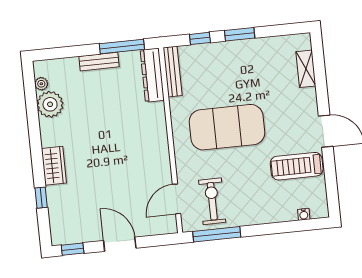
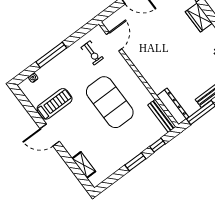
exercise mat: (227, 127) -> (110, 102), turned 90
exercise bike: (212, 201) -> (92, 53), width x0.73, depth x0.72
window: (217, 234) -> (51, 55), moved

